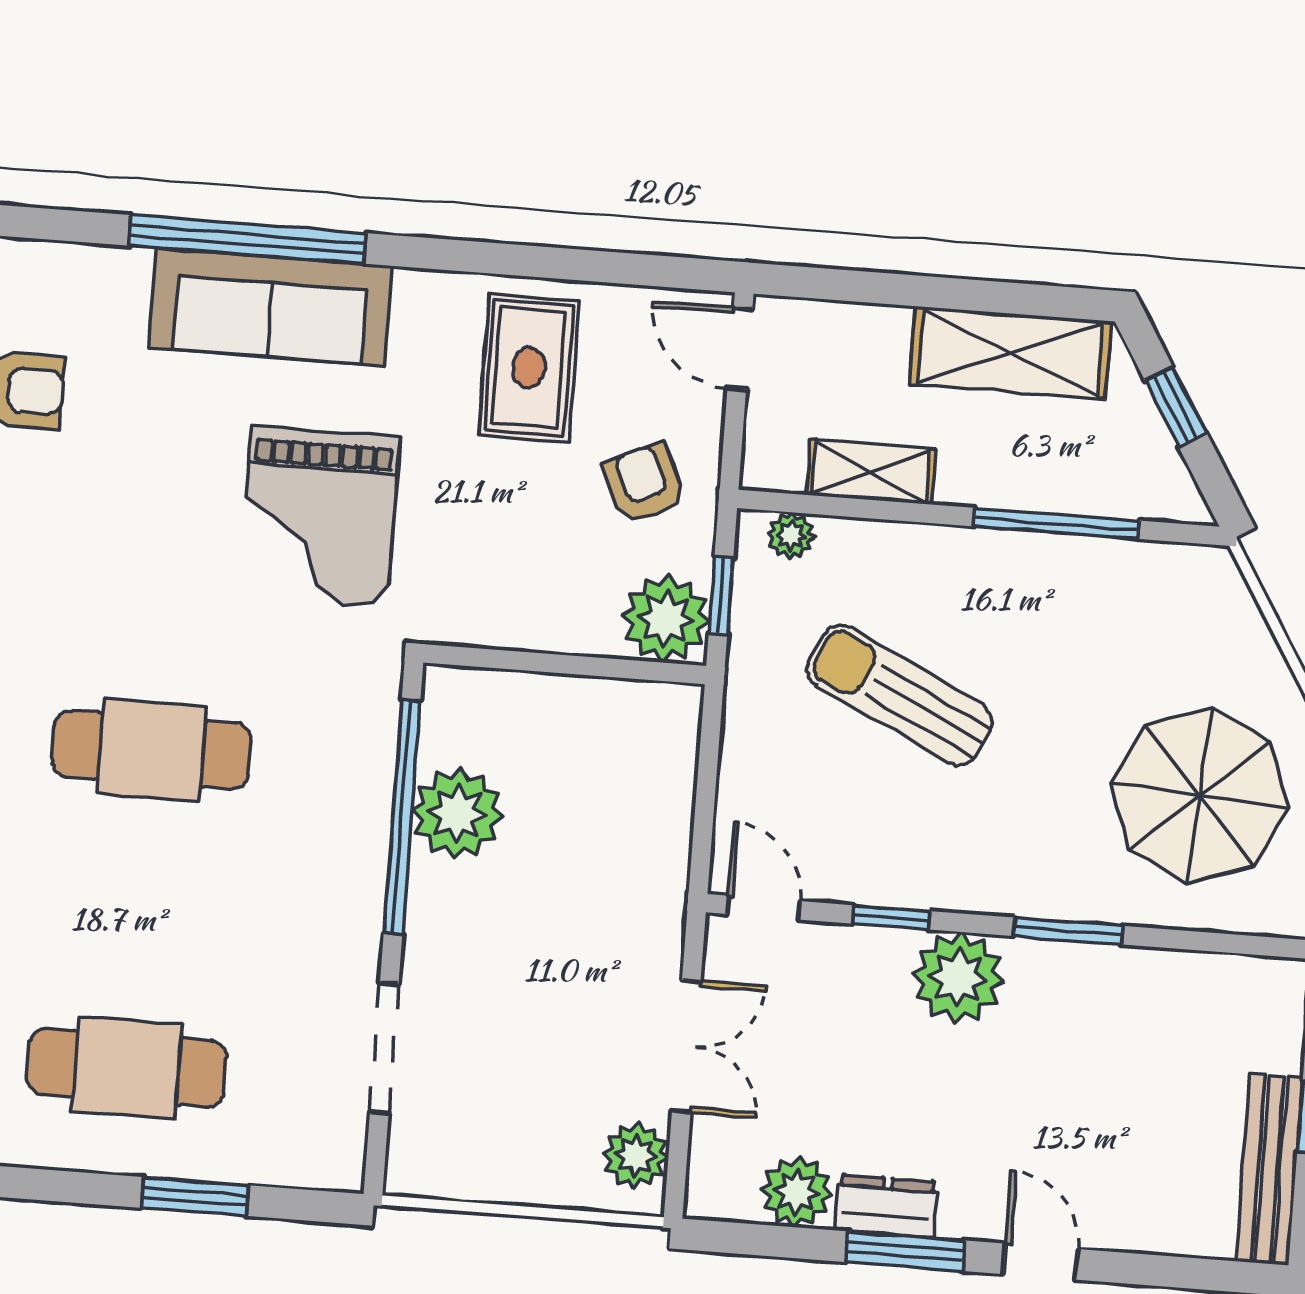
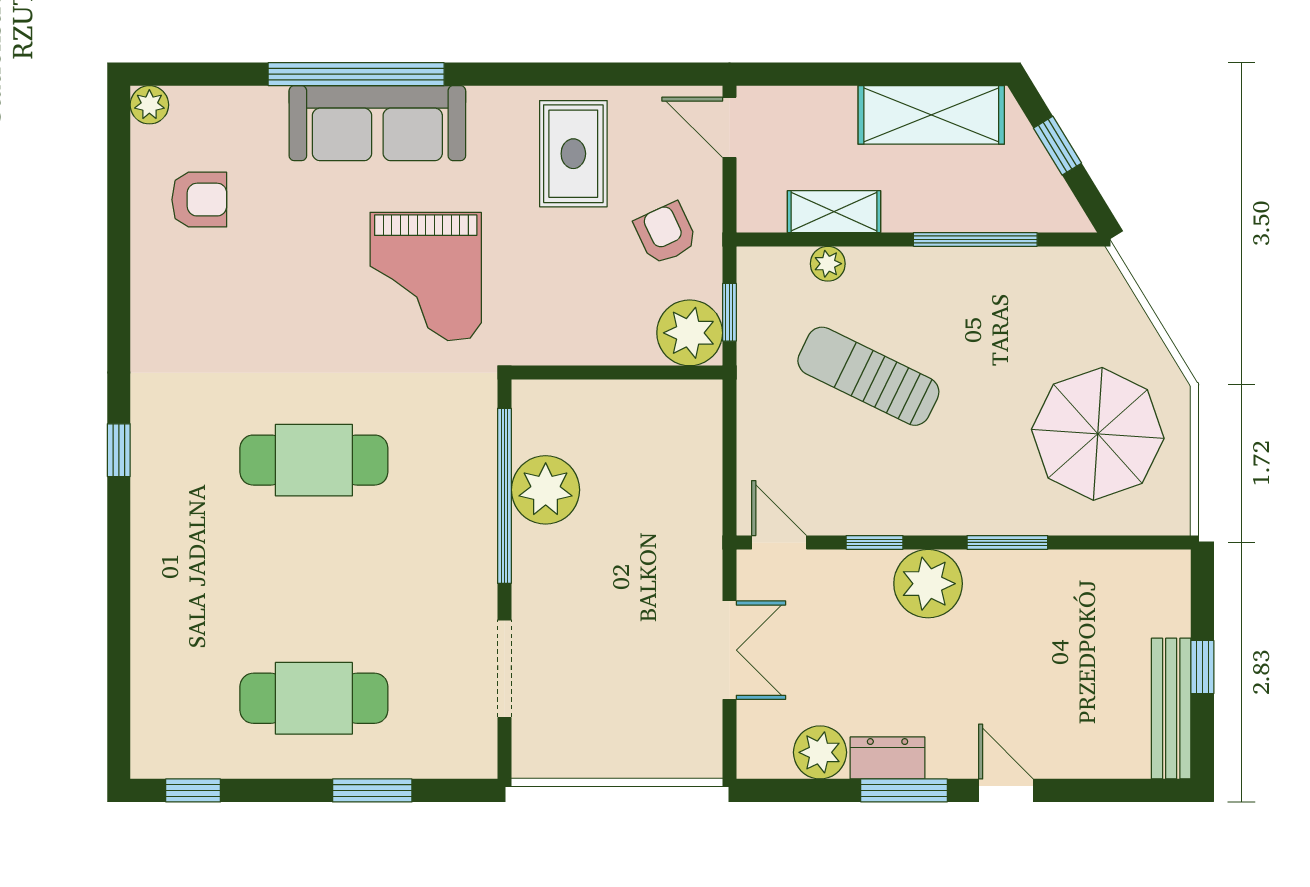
plant: (791, 536) -> (828, 264), moved
plant: (636, 1156) -> (698, 735), removed

